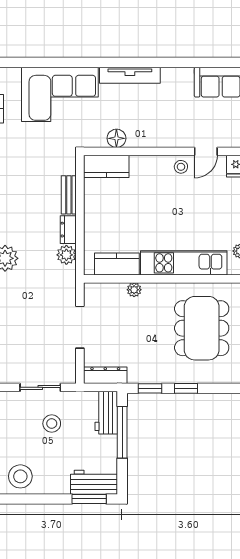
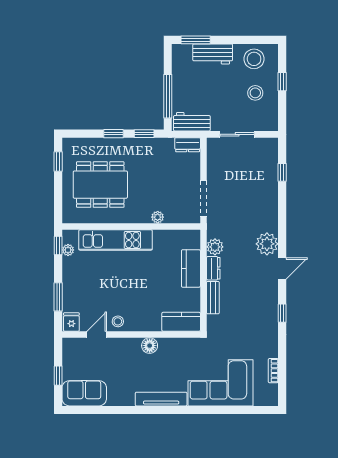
floor lamp: (116, 138) -> (150, 346), moved
kitchen counter: (117, 264) -> (191, 268), moved, turned 90
doorway: (80, 327) -> (203, 198), moved
dining table: (202, 328) -> (100, 185), turned 90
dresser: (105, 375) -> (188, 145), width x0.70
workbench: (106, 413) -> (192, 122), moved, turned -90
stool: (52, 424) -> (255, 93), moved
workbench: (94, 482) -> (213, 54), moved

